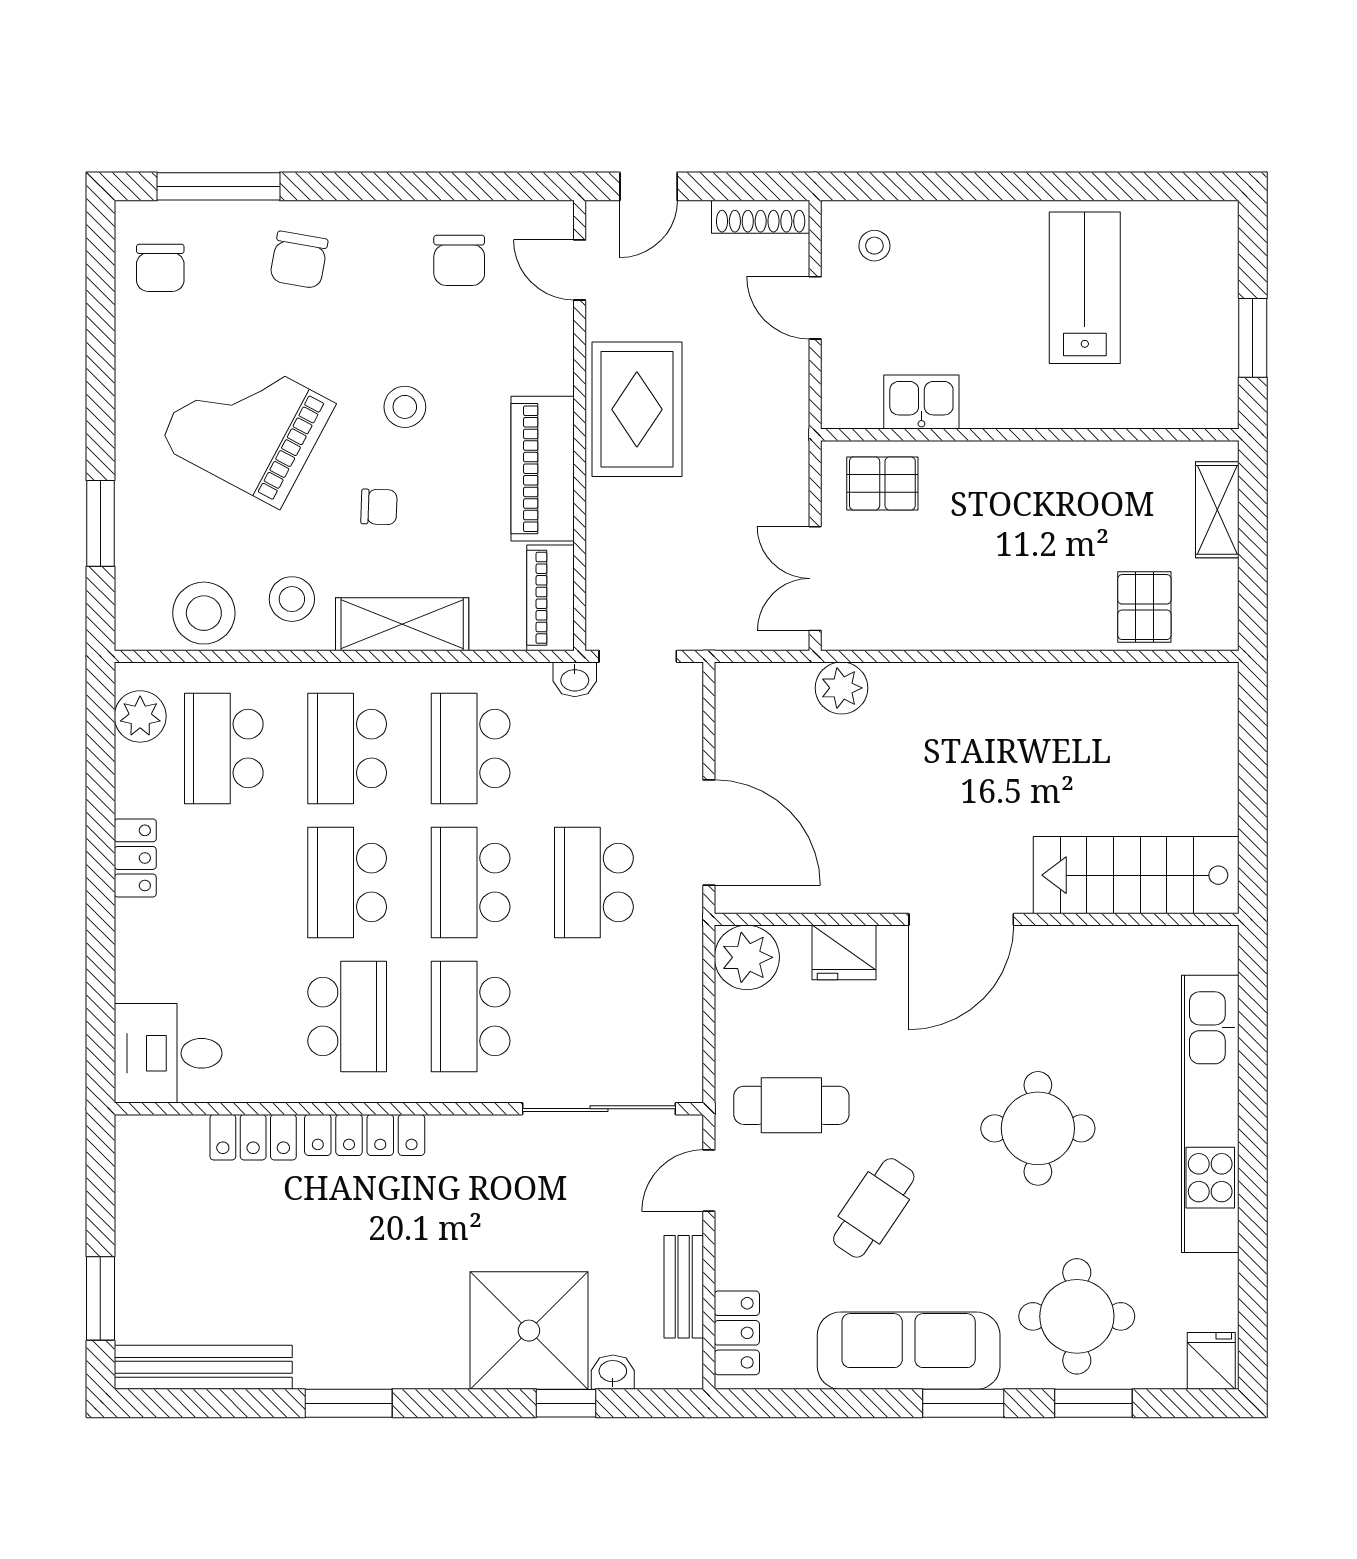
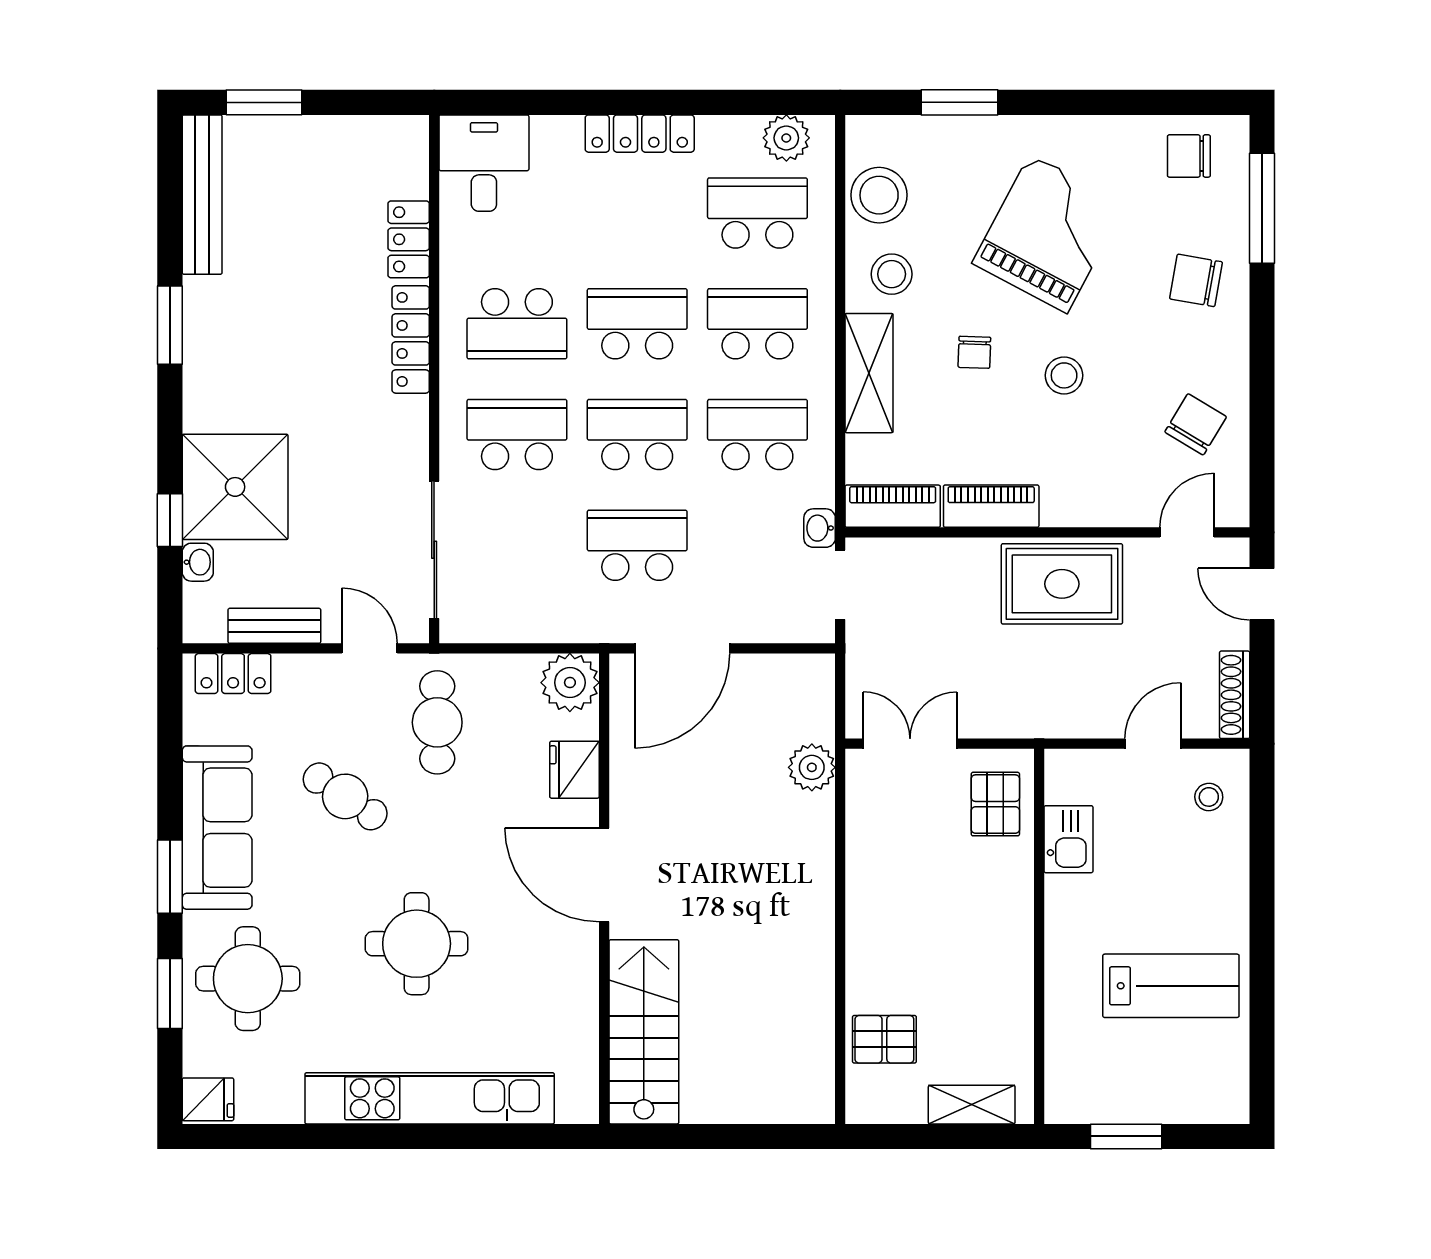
chair: (459, 260) -> (1196, 424), turned 121
piano: (543, 469) -> (991, 506), width x0.73, depth x0.75
locker: (135, 858) -> (640, 134), width x1.53

